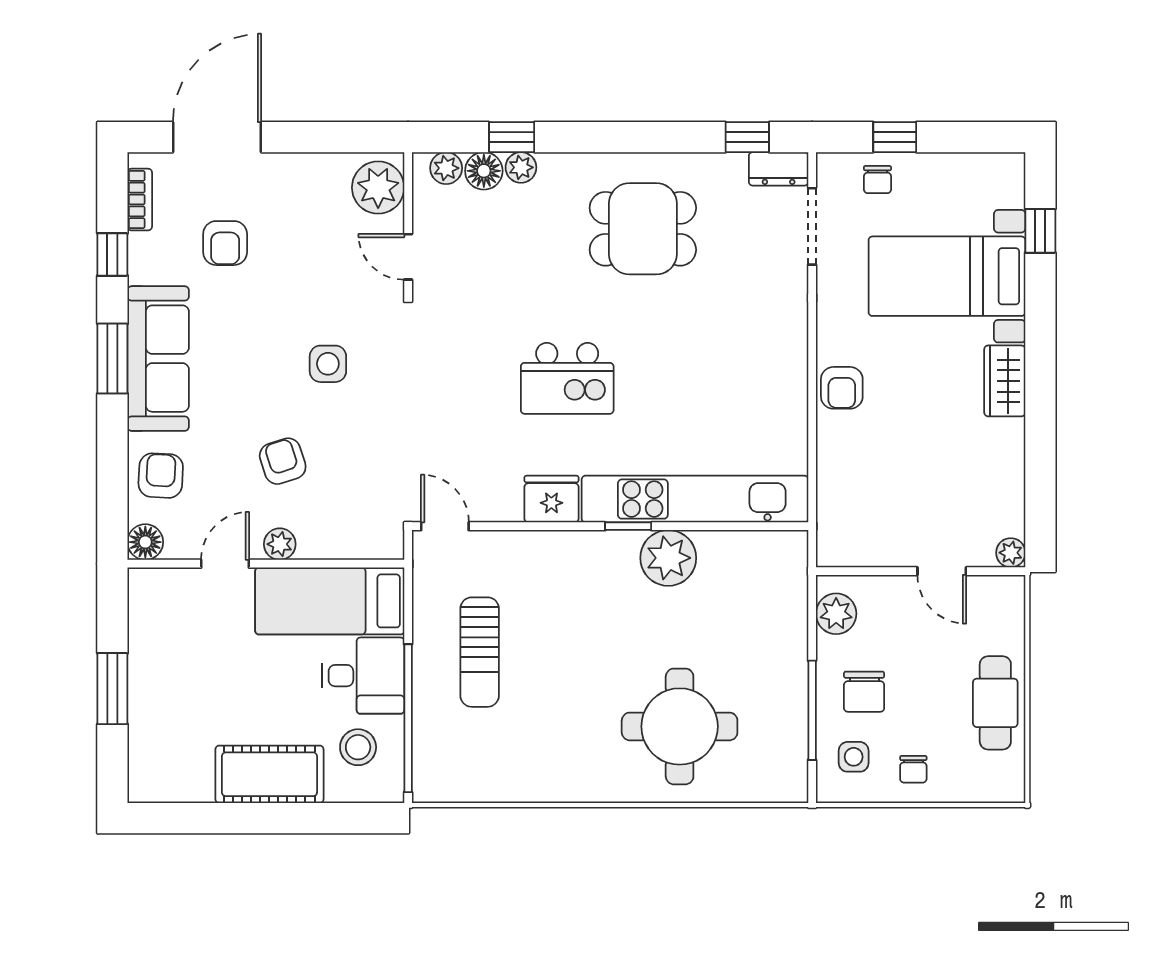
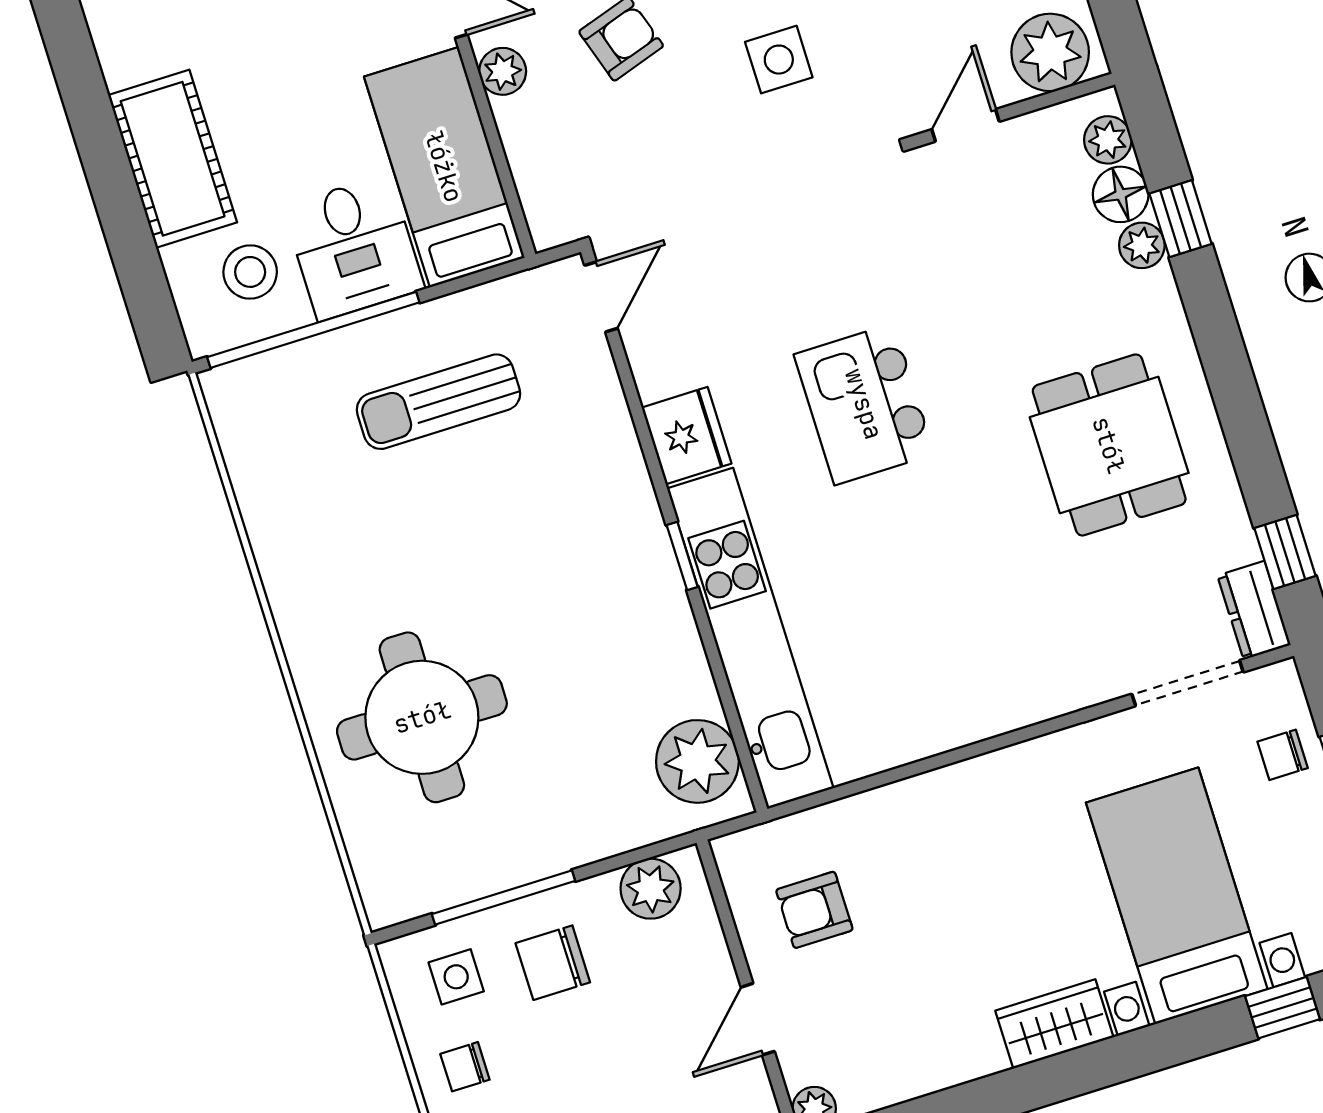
armchair: (842, 388) -> (814, 910), moved
plant: (668, 558) -> (697, 761), moved

